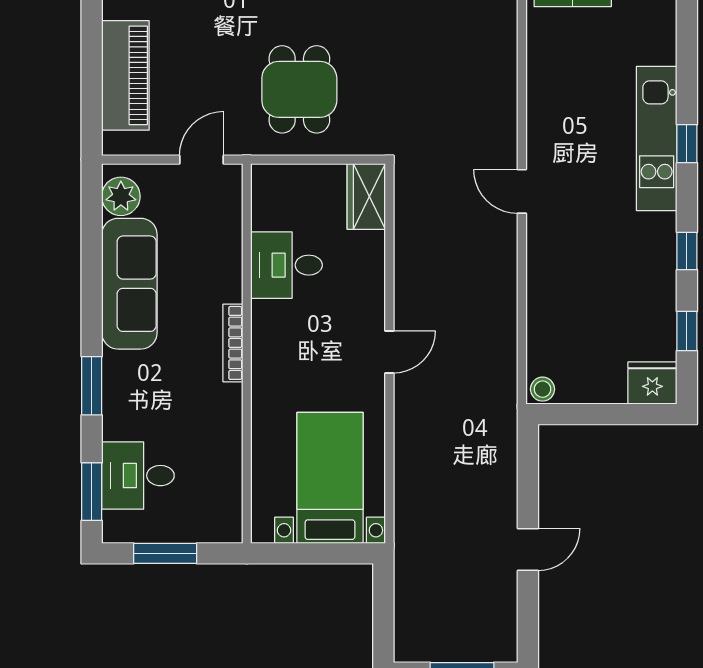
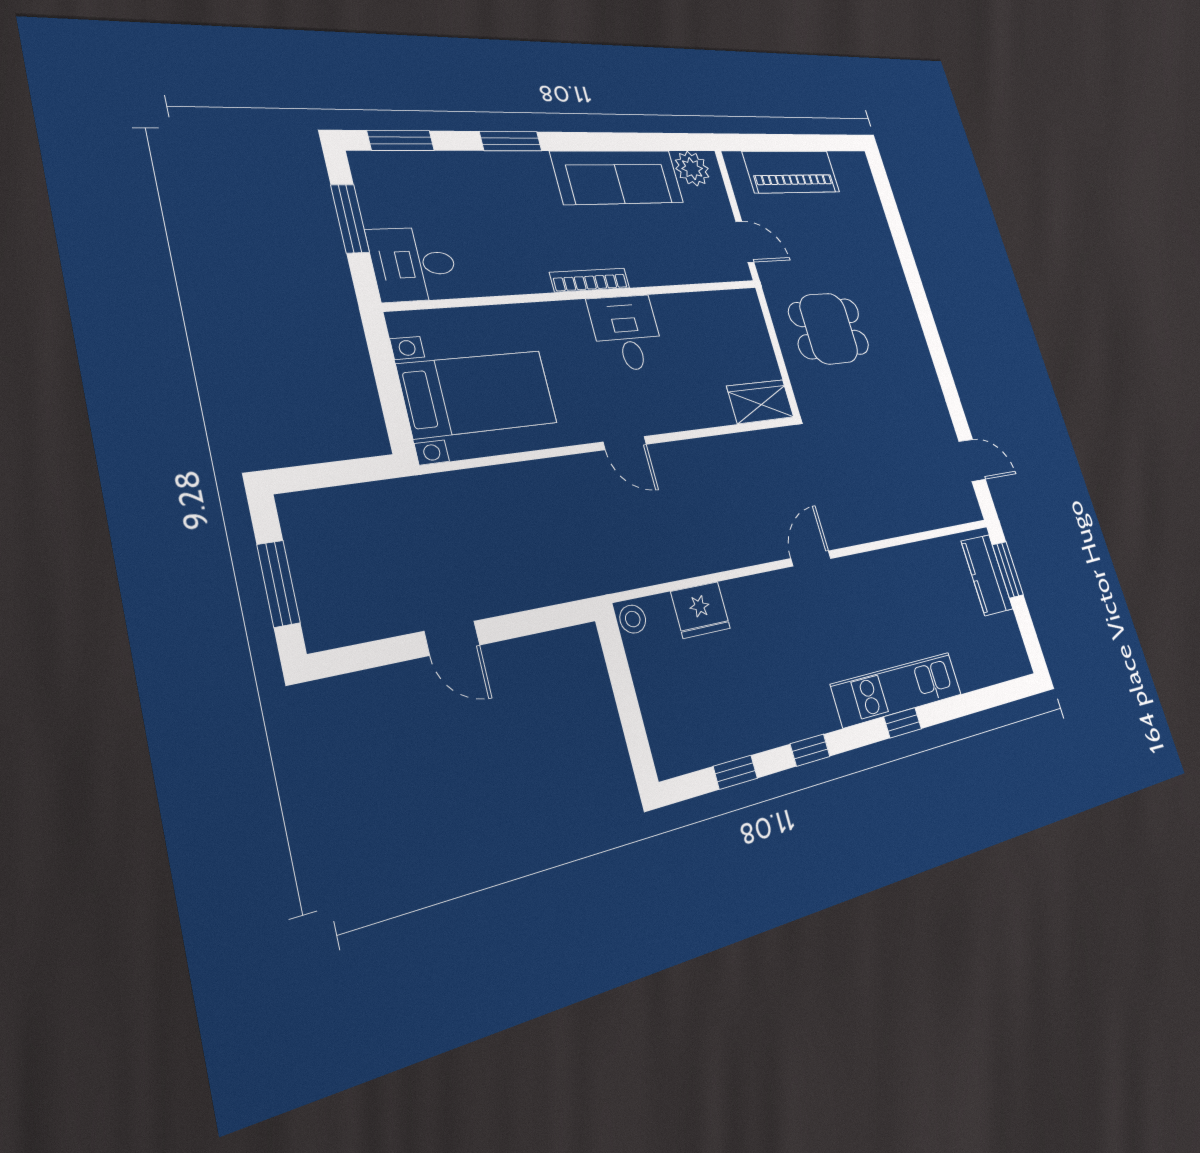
desk: (287, 265) -> (627, 333), moved
fridge: (652, 383) -> (700, 610), moved, turned 90
desk: (138, 476) -> (414, 264), moved, turned -90

